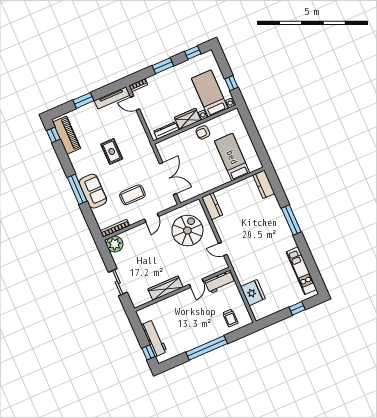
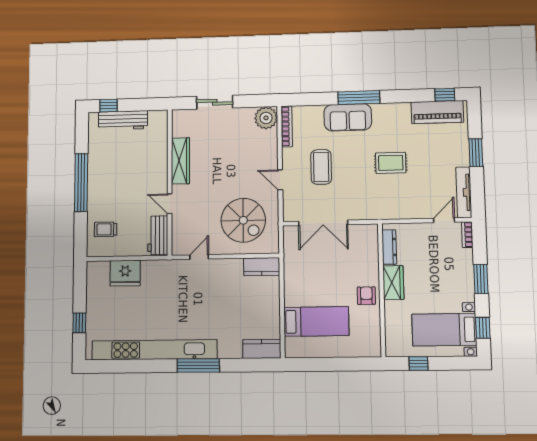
bed with nightstands: (210, 93) -> (444, 330), moved, turned 180
kitchen unit: (301, 271) -> (154, 350), width x1.86

